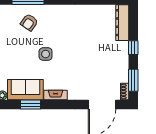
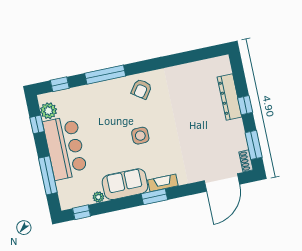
armchair: (29, 22) -> (141, 89), moved
dresser: (122, 23) -> (229, 97), moved
window: (30, 105) -> (154, 197), moved

